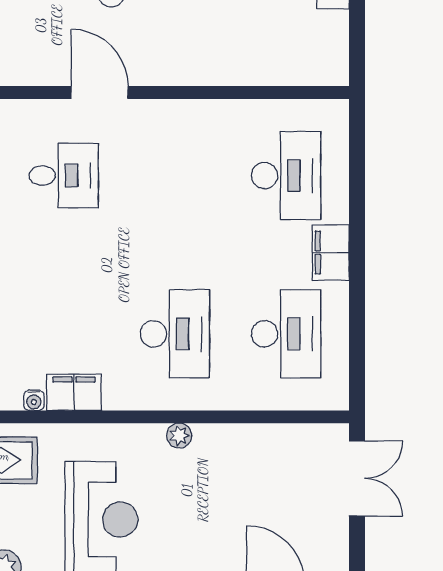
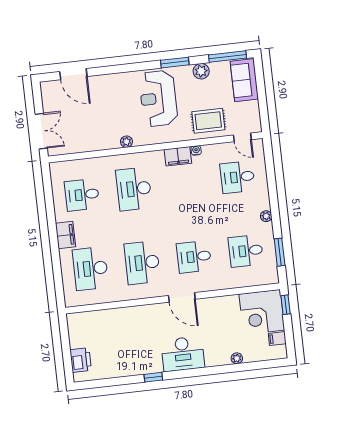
desk: (175, 176) -> (142, 263), added
desk: (286, 334) -> (82, 195), width x0.73
double door: (357, 478) -> (41, 131), swing flipped

